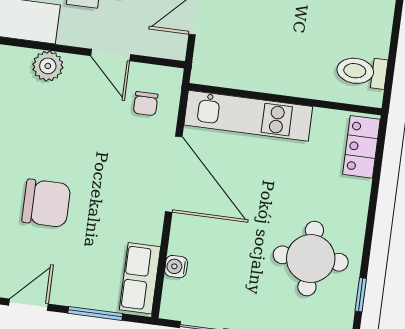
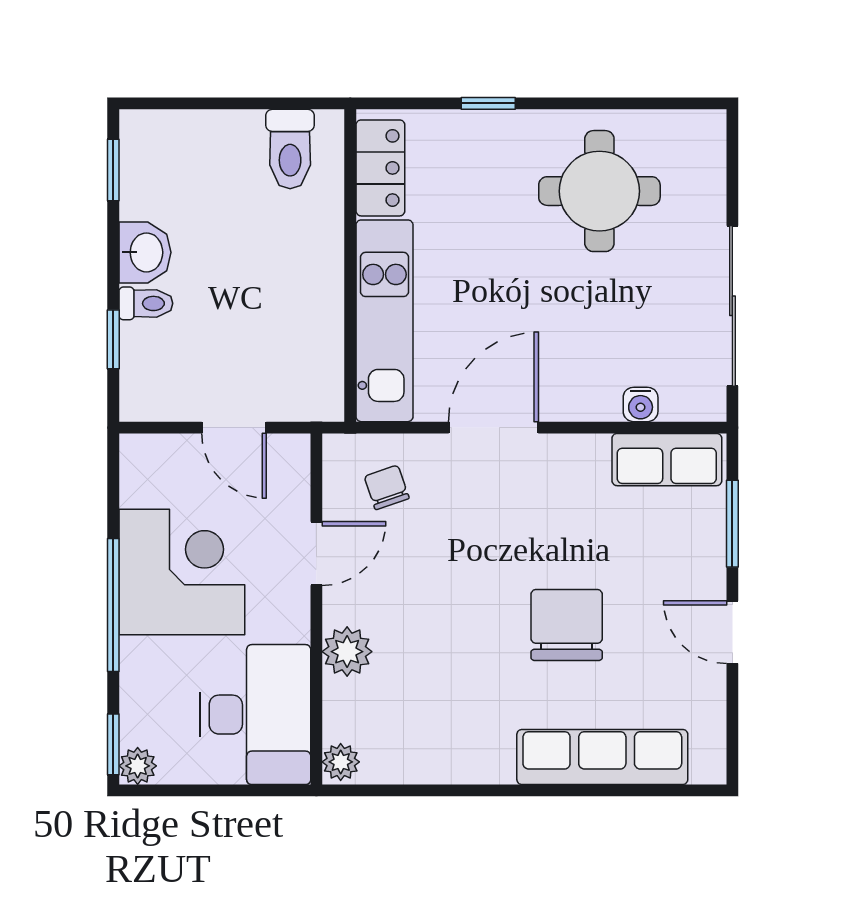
chair: (146, 104) -> (387, 487), turned -109
locker: (361, 147) -> (380, 168), moved, turned -90
door: (174, 174) -> (493, 428), width x0.73
window: (361, 295) -> (488, 103), moved

